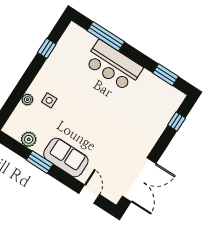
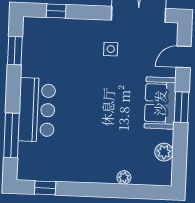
window: (47, 48) -> (45, 188), moved
side table: (49, 100) -> (111, 49), moved
window: (40, 162) -> (182, 107), moved

